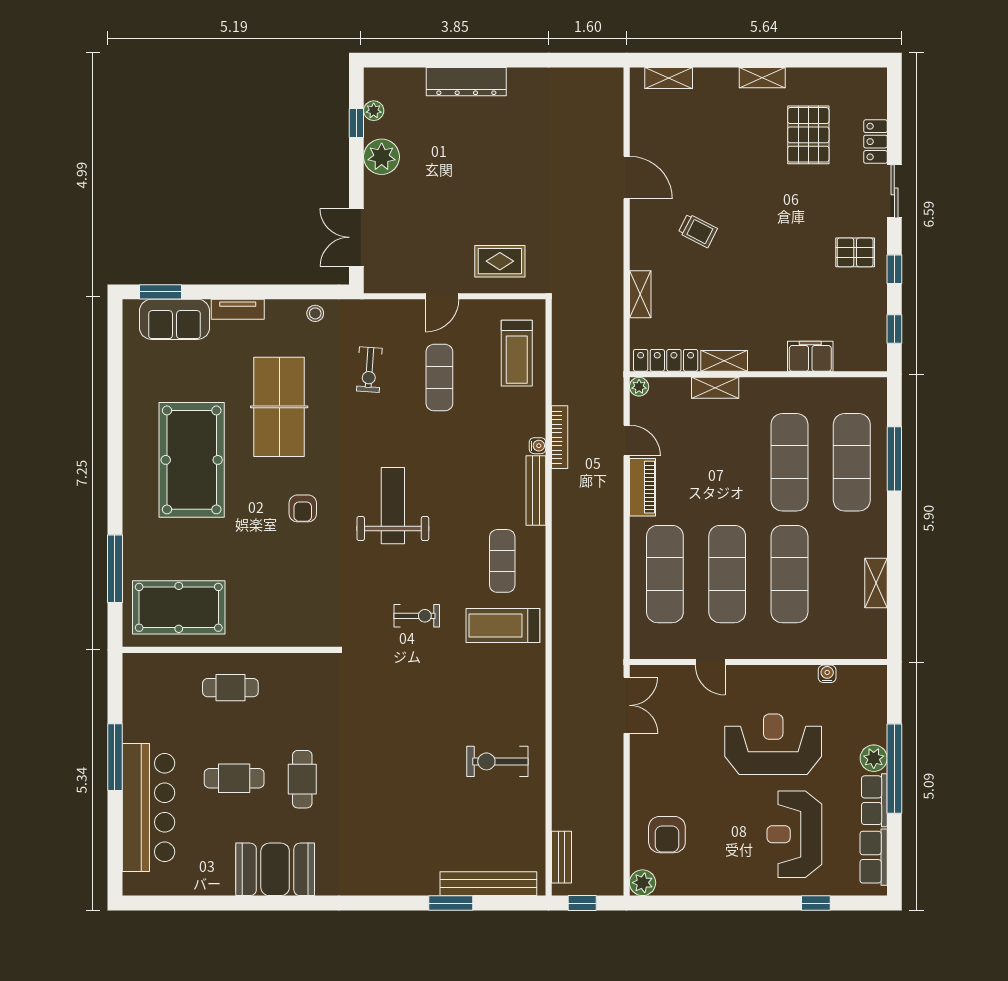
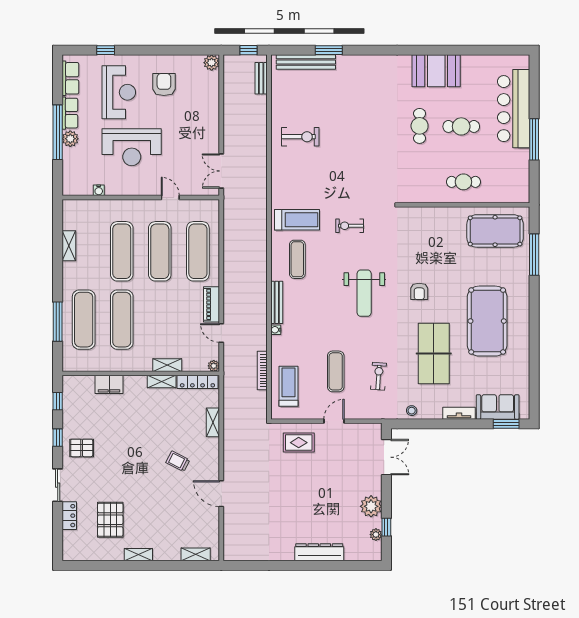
bookcase: (560, 437) -> (262, 371), moved
armchair: (303, 508) -> (419, 291), turned 180
armchair: (667, 835) -> (164, 85), moved

